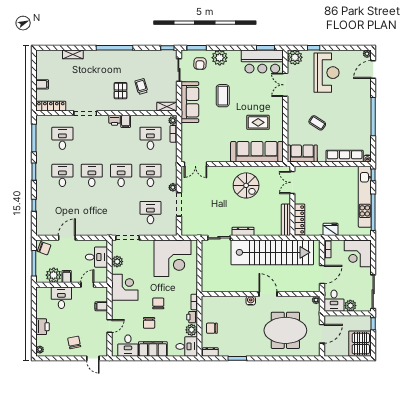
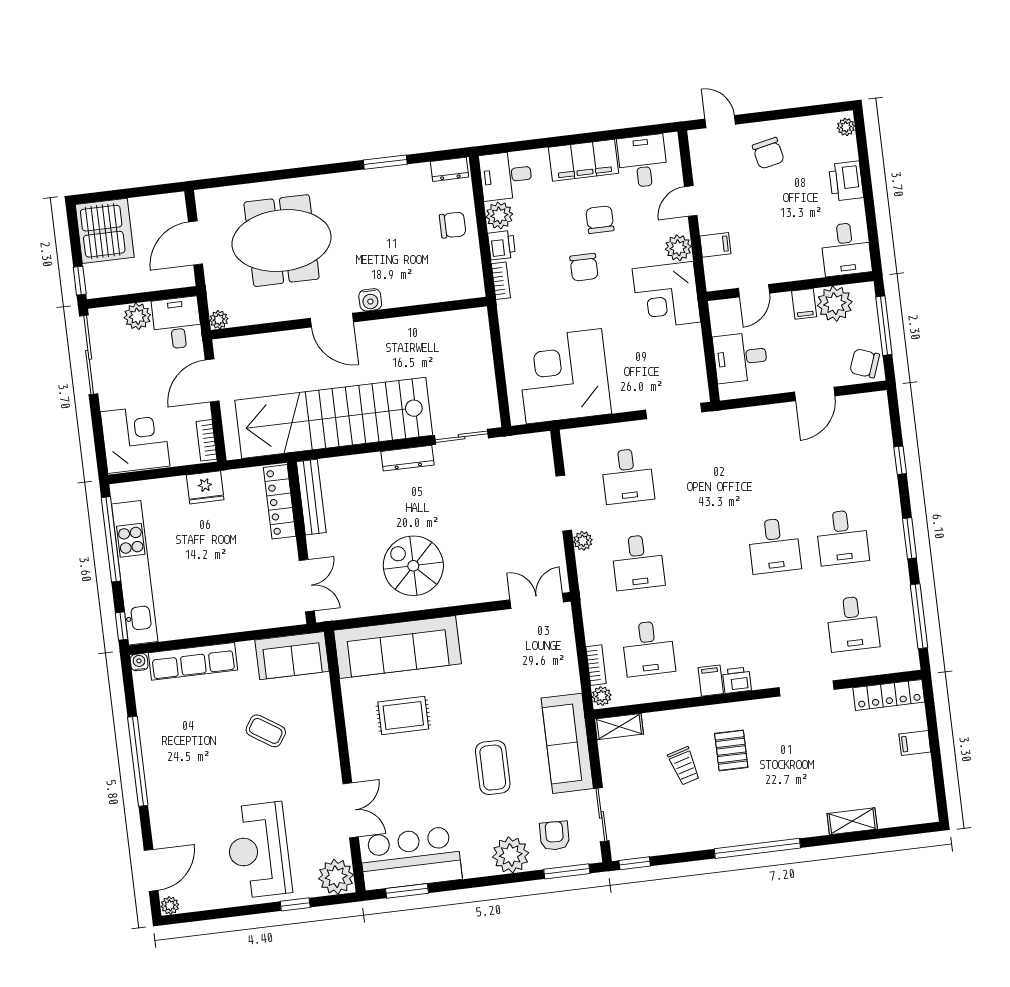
desk: (121, 175) -> (706, 554), removed
plant: (117, 262) -> (678, 248), moved
desk: (61, 298) -> (846, 249), moved

